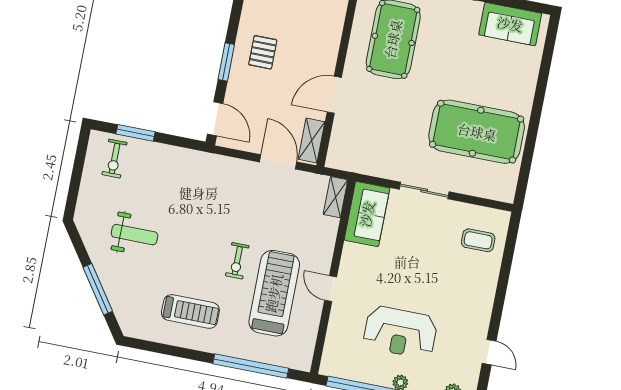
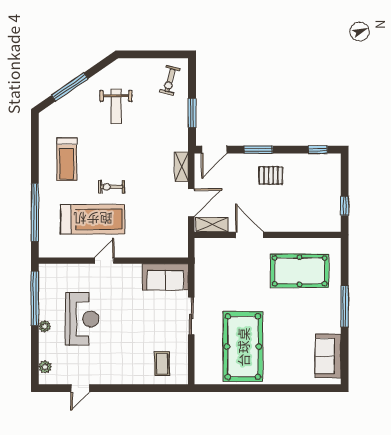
window: (136, 133) -> (192, 113), moved
exercise bike: (115, 159) -> (170, 80), turned -75
shelving: (336, 197) -> (182, 167), moved, turned 90
reception desk: (400, 332) -> (82, 319), turned 180

